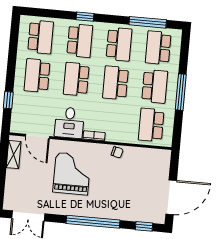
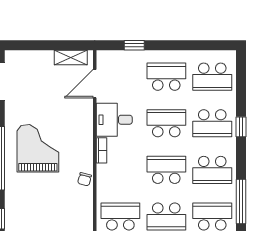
grand piano: (72, 174) -> (38, 148), moved, turned -90

